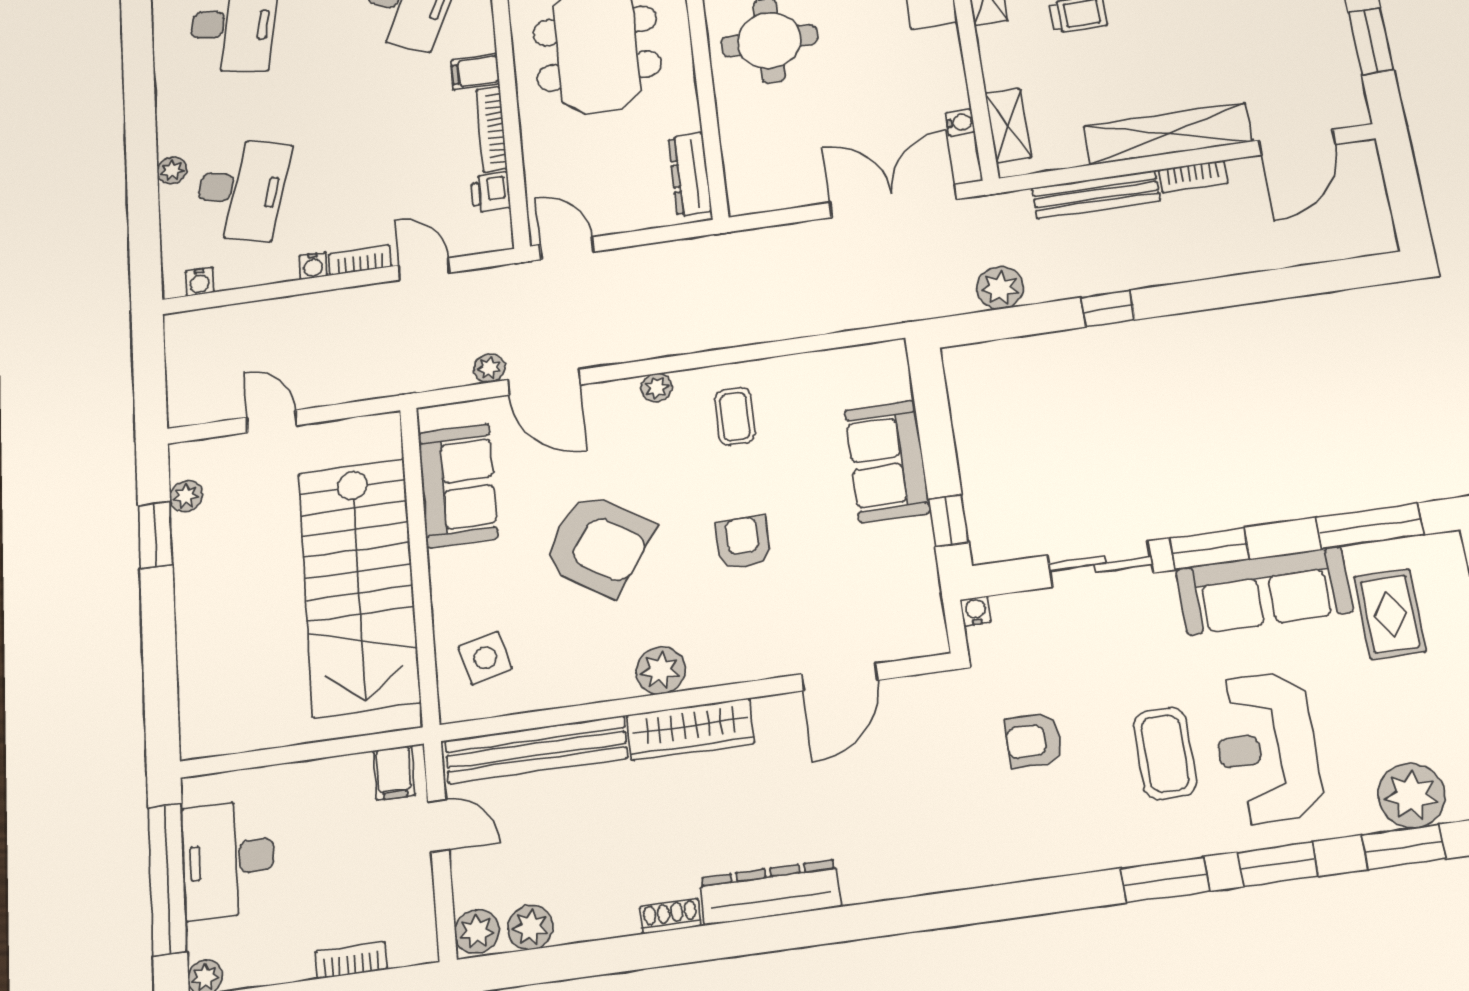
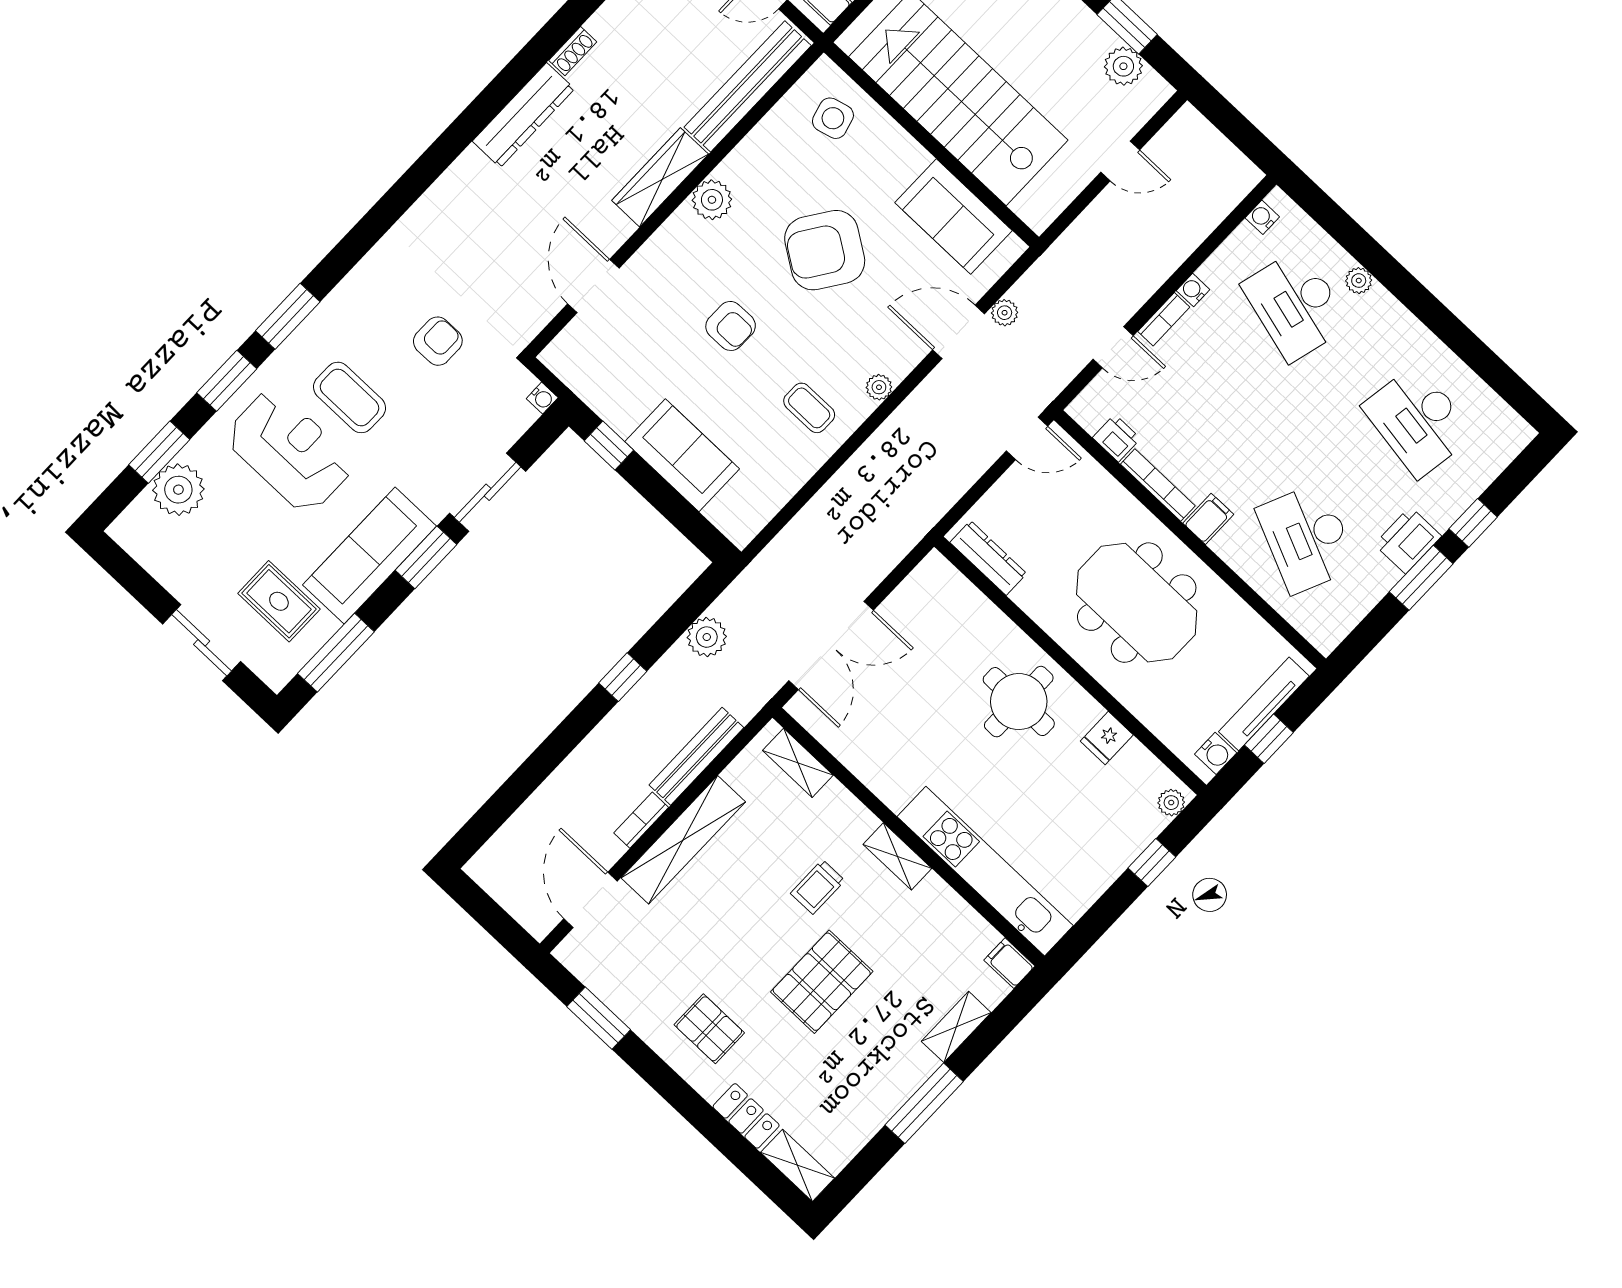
water cooler: (960, 122) -> (833, 740), removed
plant: (186, 496) -> (1123, 66), width x1.38, depth x1.38

